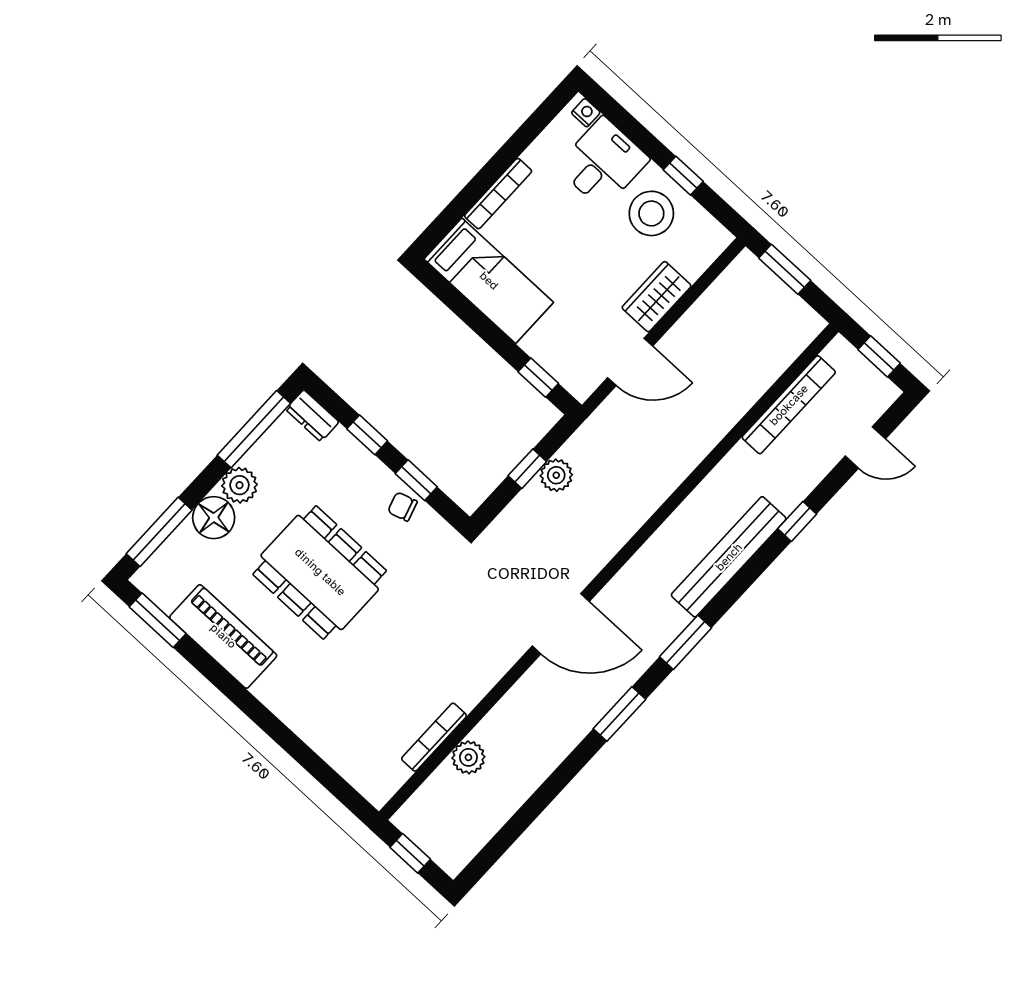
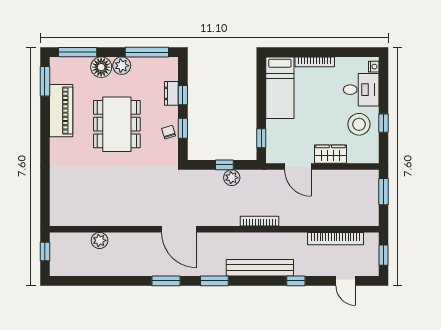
dresser: (312, 416) -> (171, 93), moved
bookcase: (434, 737) -> (259, 221), moved

